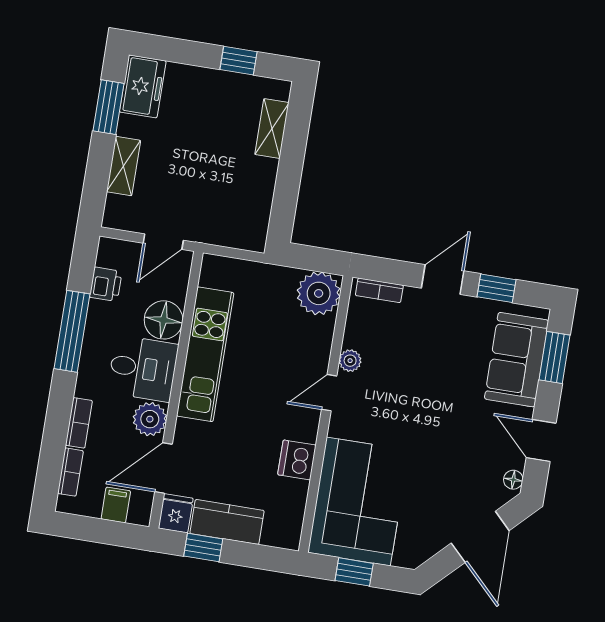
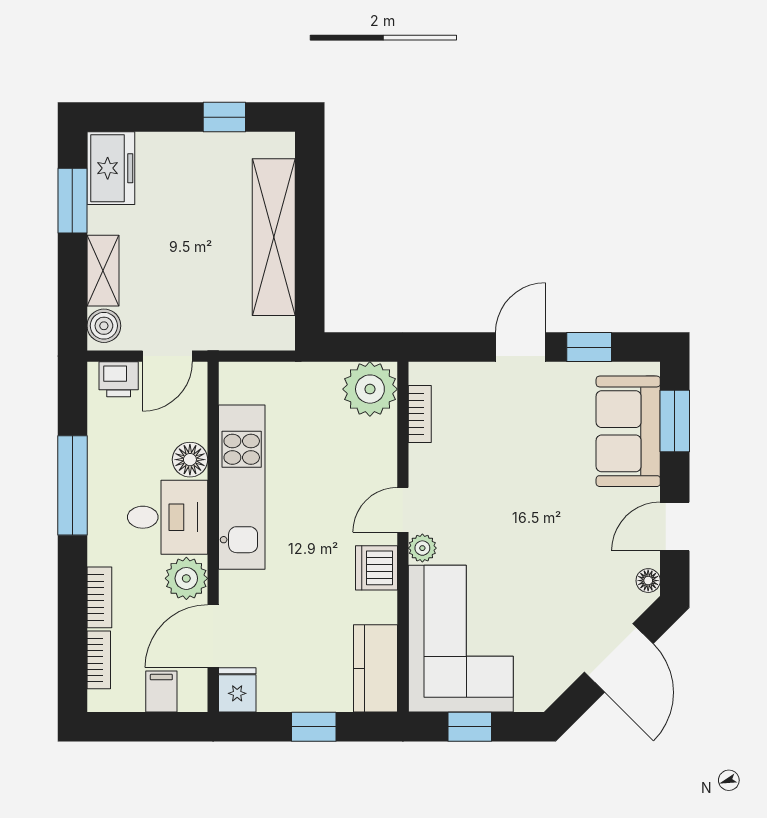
shelving: (272, 129) -> (274, 237), width x2.20, depth x1.33
boiler: (117, 210) -> (104, 326), added
printer: (106, 284) -> (119, 379), moved, turned 90
bookcase: (379, 290) -> (420, 414), moved, turned -90
floor lamp: (164, 320) -> (190, 460), width x0.73, depth x0.73
plant: (350, 361) -> (422, 548), moved
door: (541, 440) -> (675, 526), hinge flipped
dishwasher: (297, 460) -> (377, 568), moved
kitchen counter: (227, 522) -> (376, 668), moved, turned -90
window: (203, 548) -> (314, 727), moved

